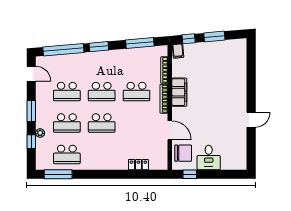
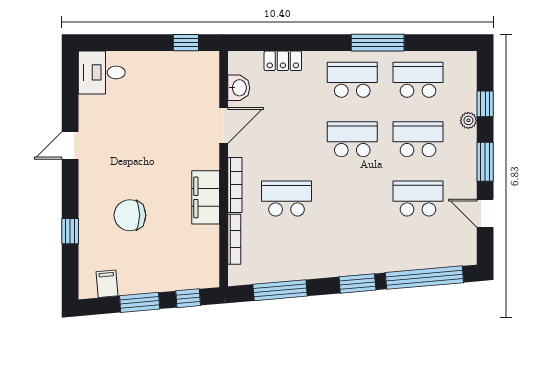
filing cabinet: (178, 51) -> (107, 284), moved
door: (31, 74) -> (485, 213), moved
window: (251, 74) -> (70, 231), added
school desk: (102, 92) -> (352, 80), moved
door: (170, 130) -> (224, 125), swing flipped
washbasin: (162, 150) -> (239, 88), added
chair: (183, 153) -> (130, 215), moved
desk: (209, 157) -> (102, 72), moved, turned -90
window: (58, 174) -> (378, 43), moved

